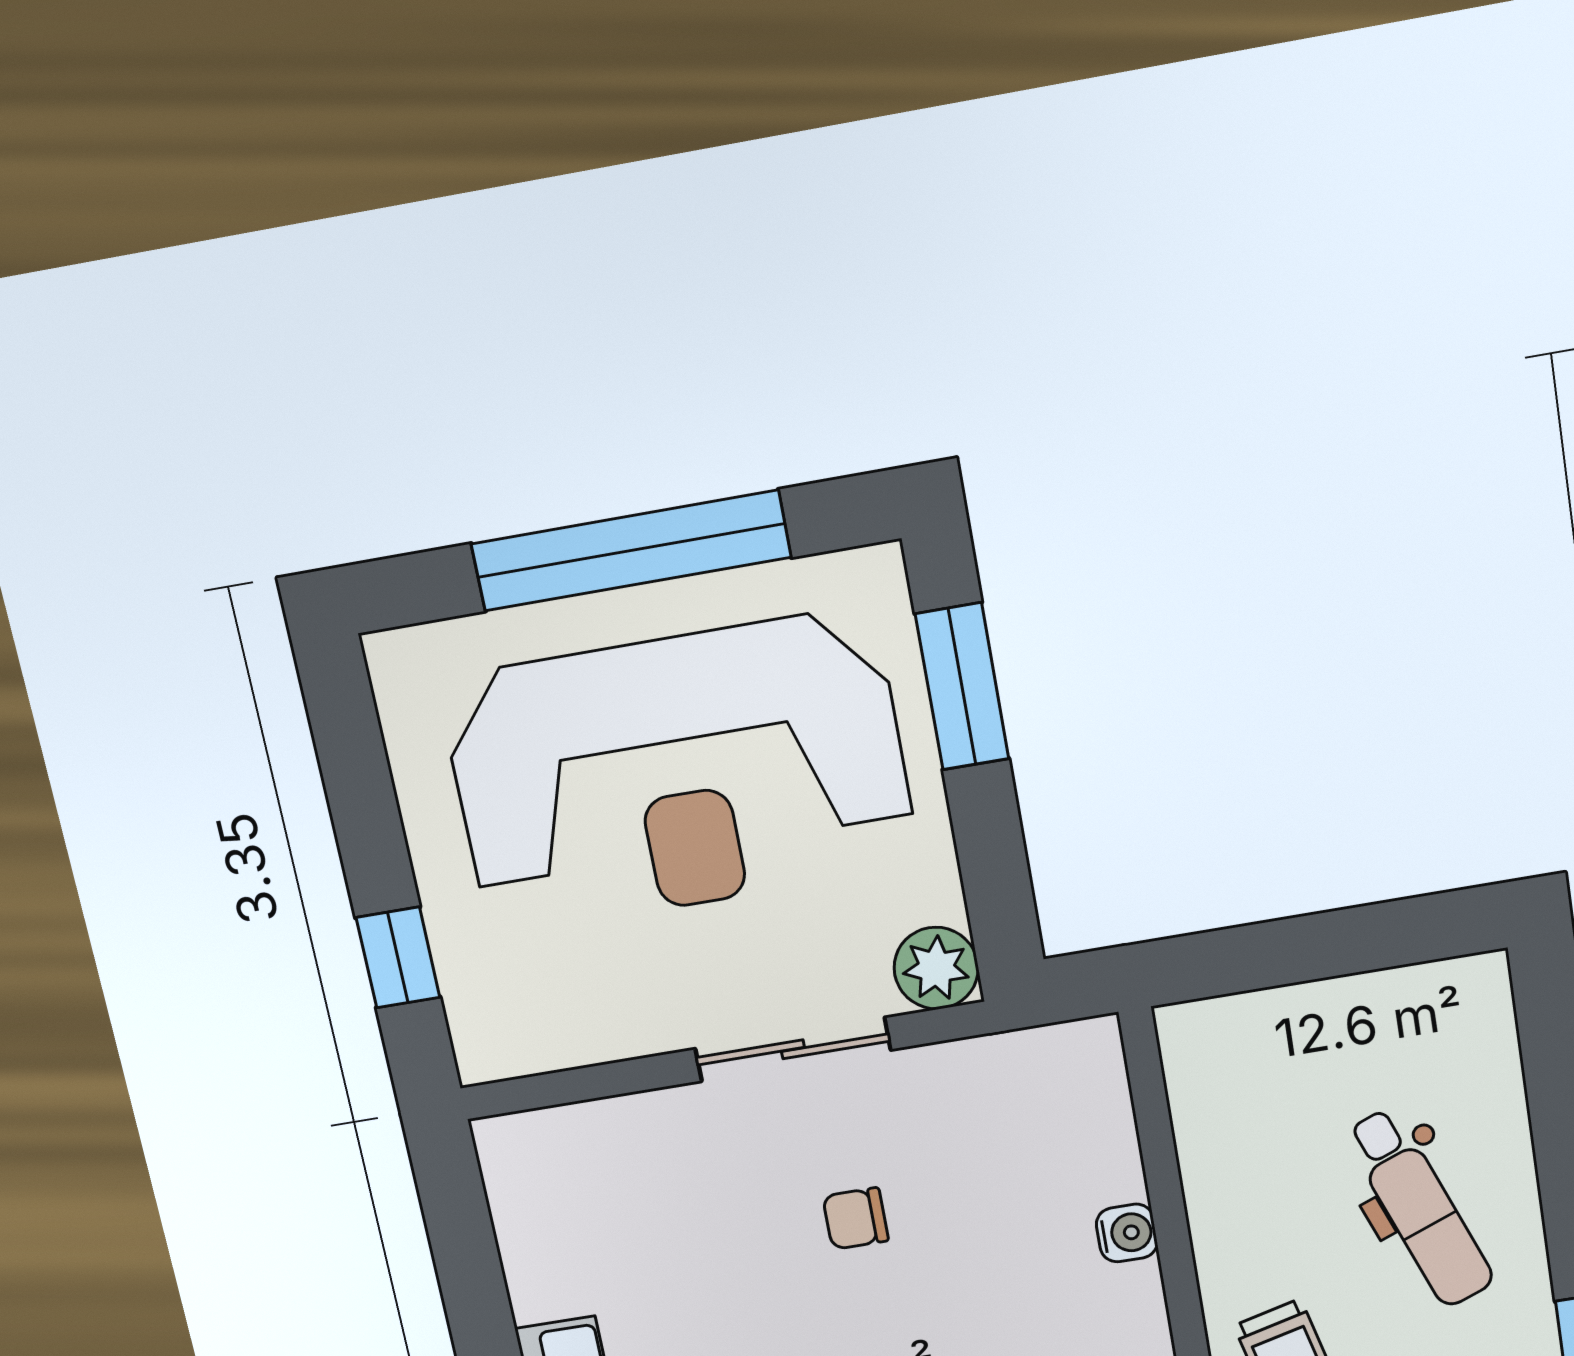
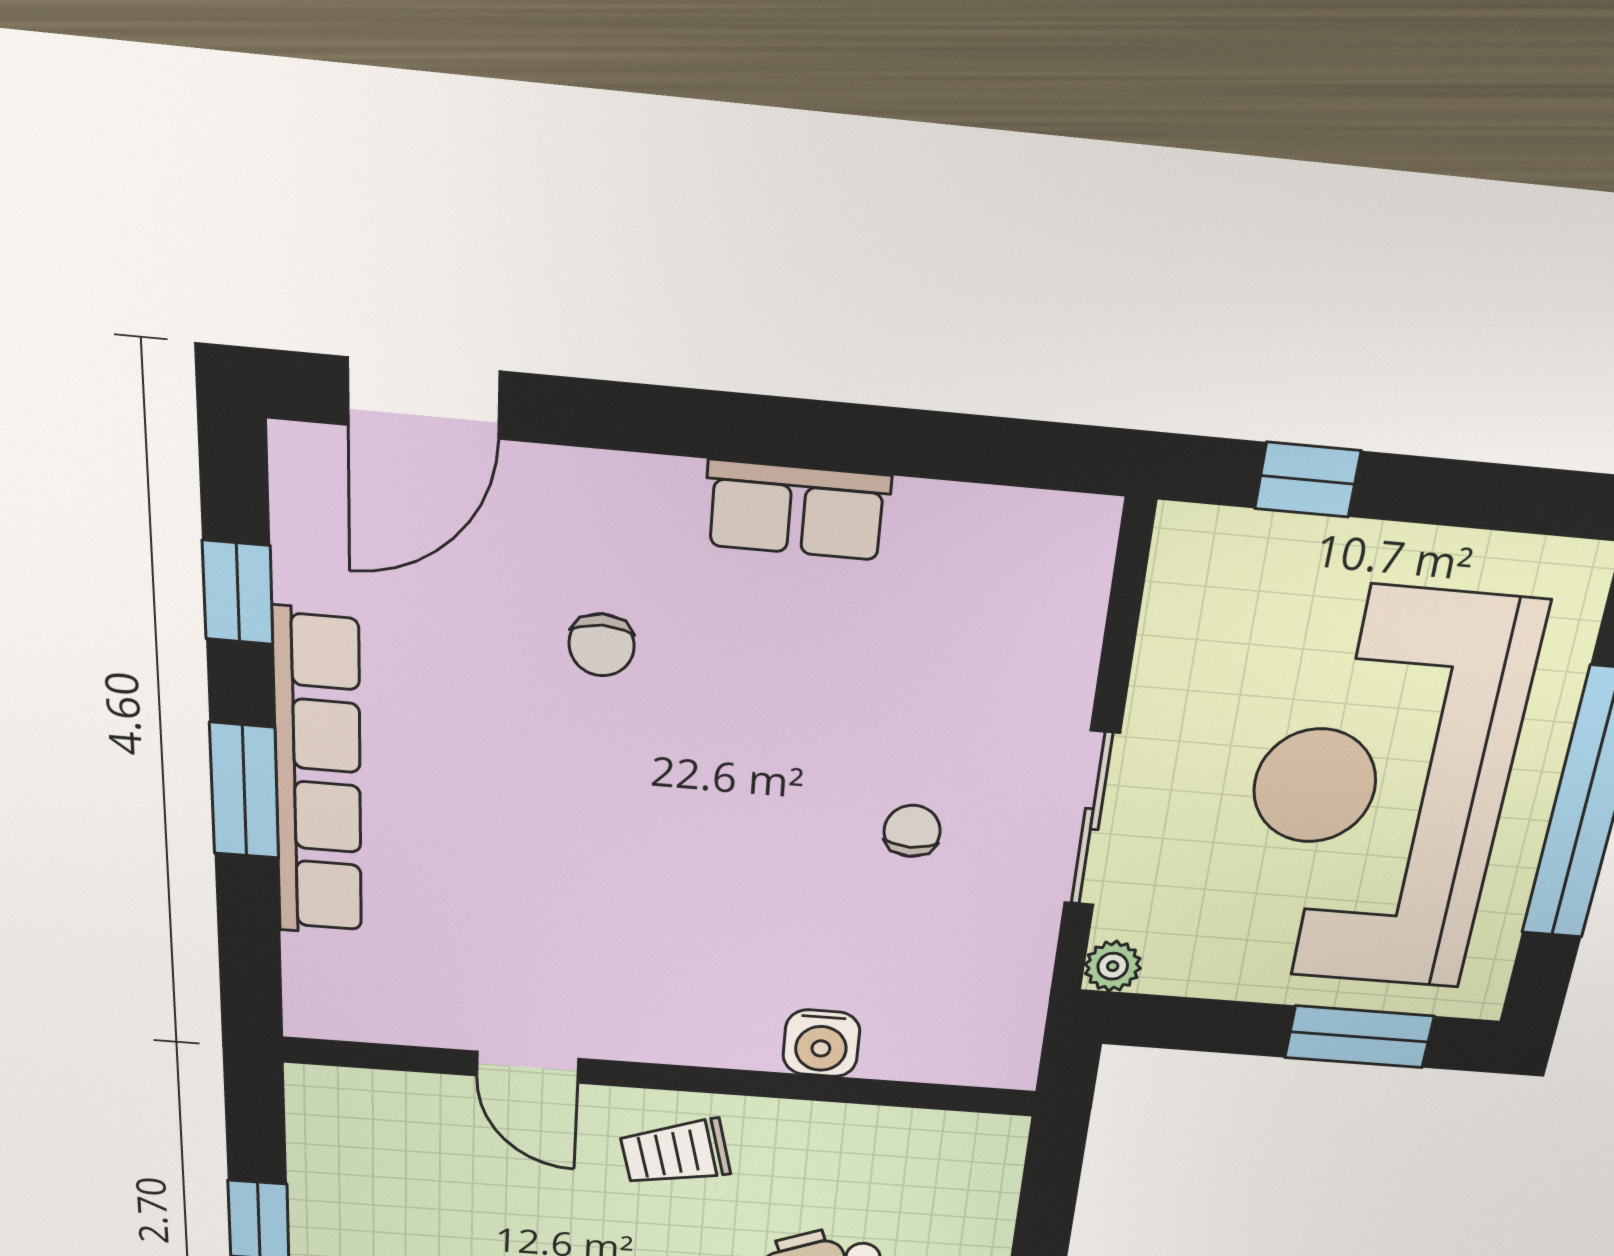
plant: (936, 968) -> (1113, 966), width x0.73, depth x0.73
water cooler: (1127, 1233) -> (821, 1043), width x1.38, depth x1.38

